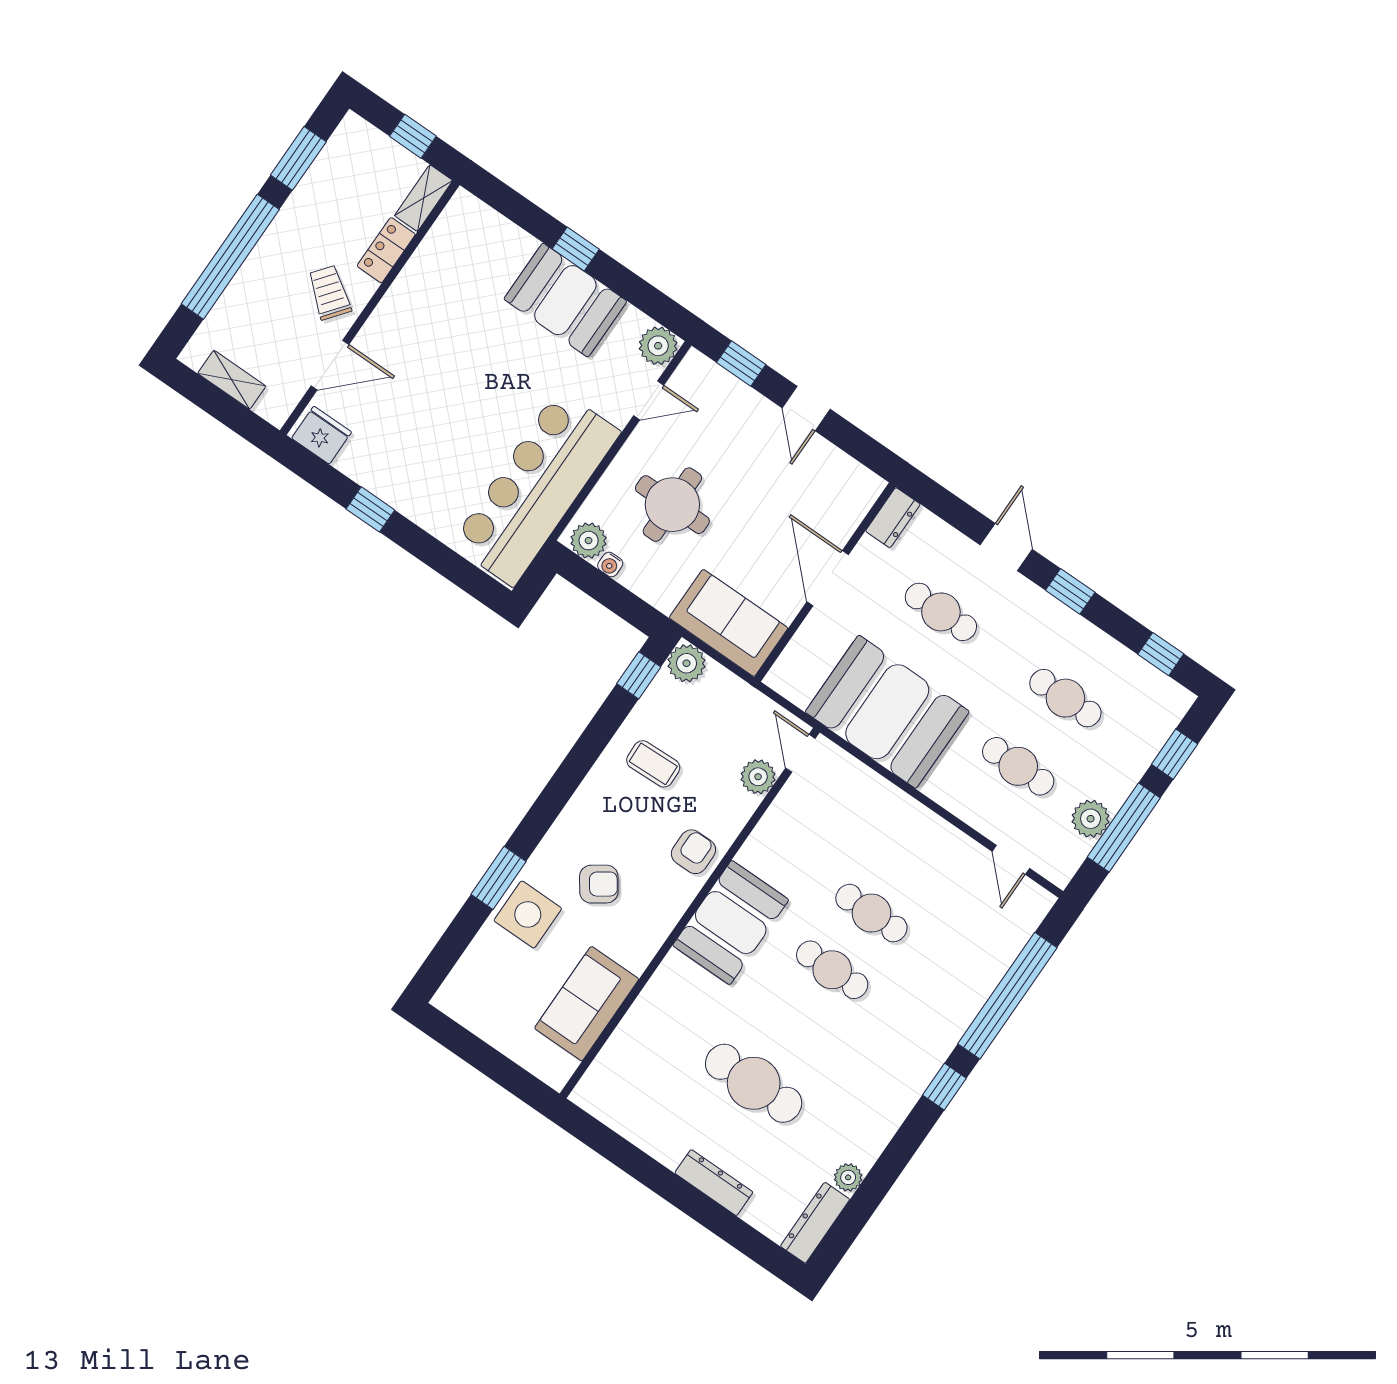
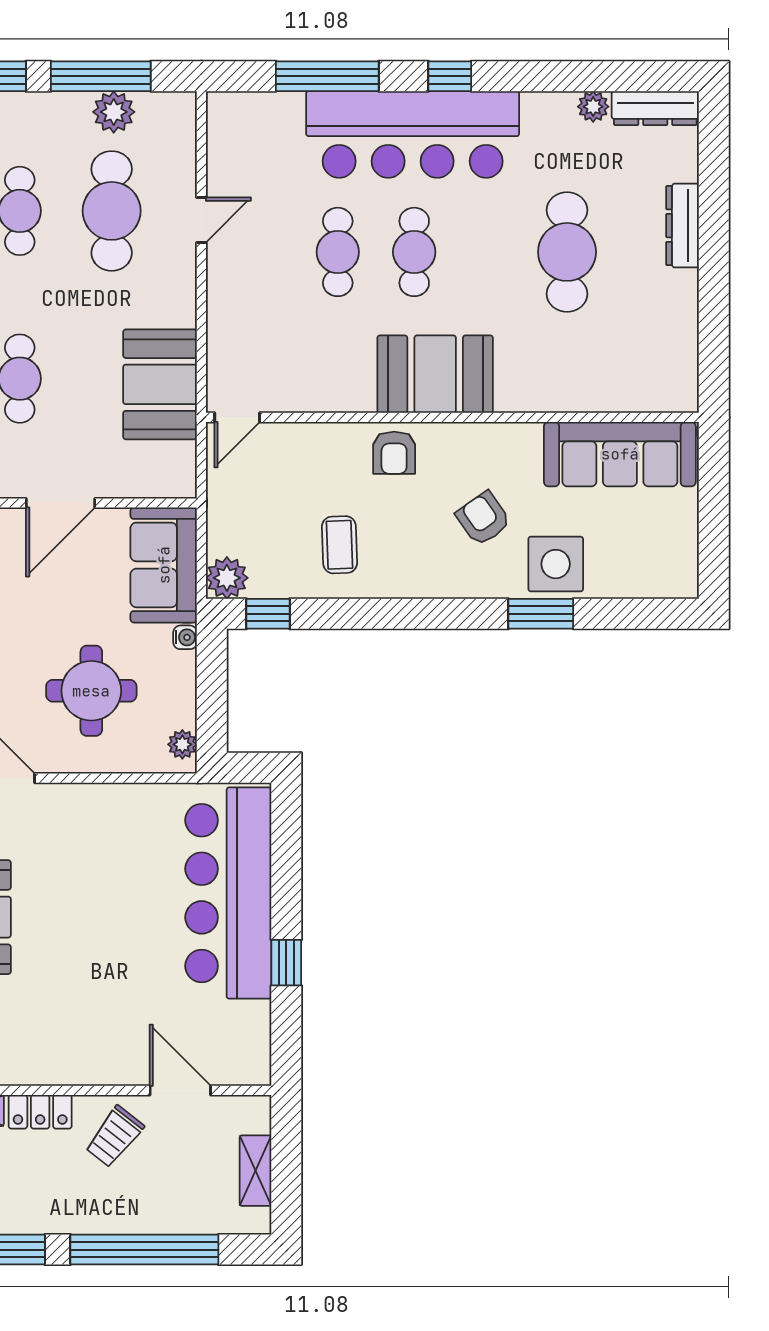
fridge: (322, 435) -> (249, 1054), removed
bar counter: (536, 488) -> (228, 893), moved, turned 90
plant: (589, 541) -> (182, 744), width x0.73, depth x0.73
water cooler: (610, 565) -> (185, 637), moved
booth: (887, 712) -> (160, 384), width x0.73, depth x0.70
cafe table: (1018, 766) -> (112, 211), width x1.37, depth x1.35
plant: (758, 777) -> (285, 441), removed
armchair: (693, 852) -> (394, 453), turned -90
door: (1011, 860) -> (201, 220), moved
window: (1007, 996) -> (327, 76), width x0.68
sofa: (587, 1004) -> (620, 454), width x1.36
bar counter: (920, 1029) -> (413, 134), added

